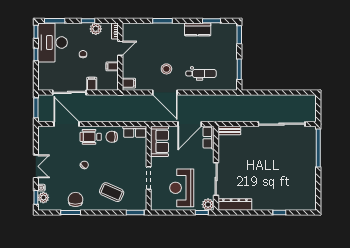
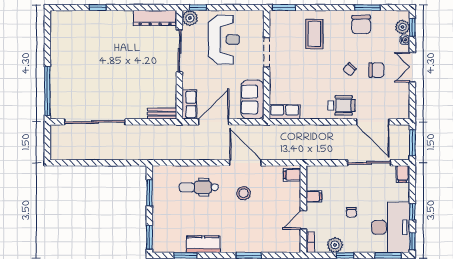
filing cabinet: (92, 84) -> (402, 174), moved
chair: (112, 137) -> (376, 70), moved
coffee table: (112, 192) -> (314, 34), turned 66

